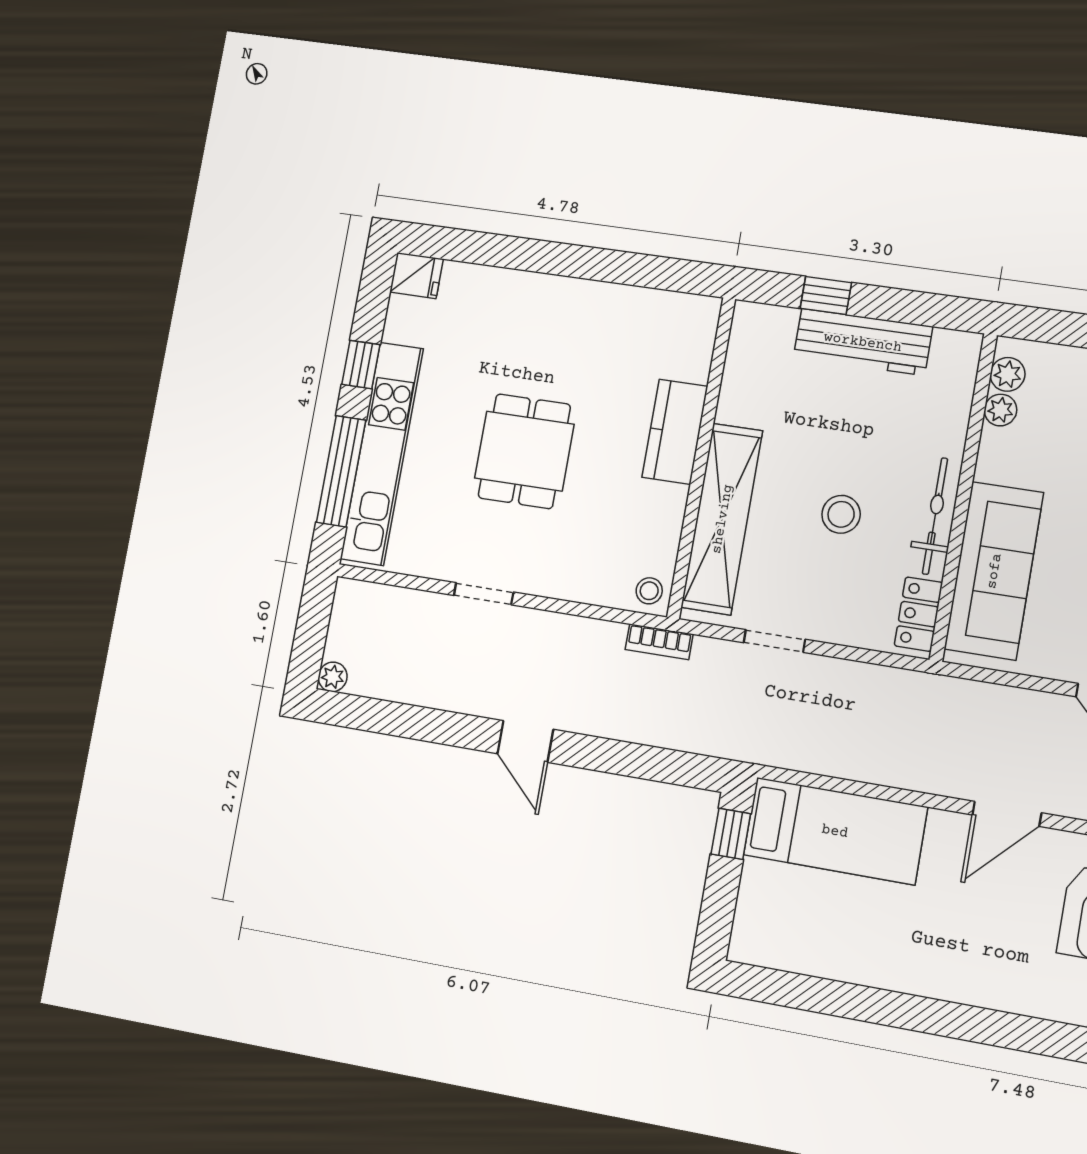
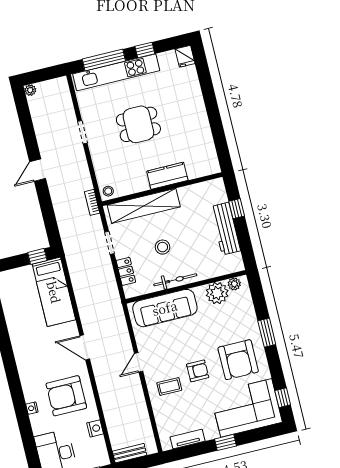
plant: (1000, 410) -> (217, 293), width x1.87, depth x1.87
locker: (918, 614) -> (126, 271), moved, turned 90

